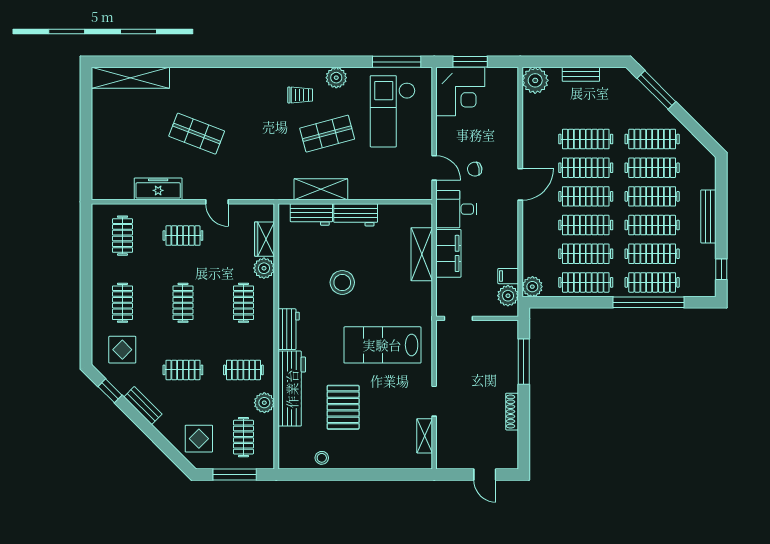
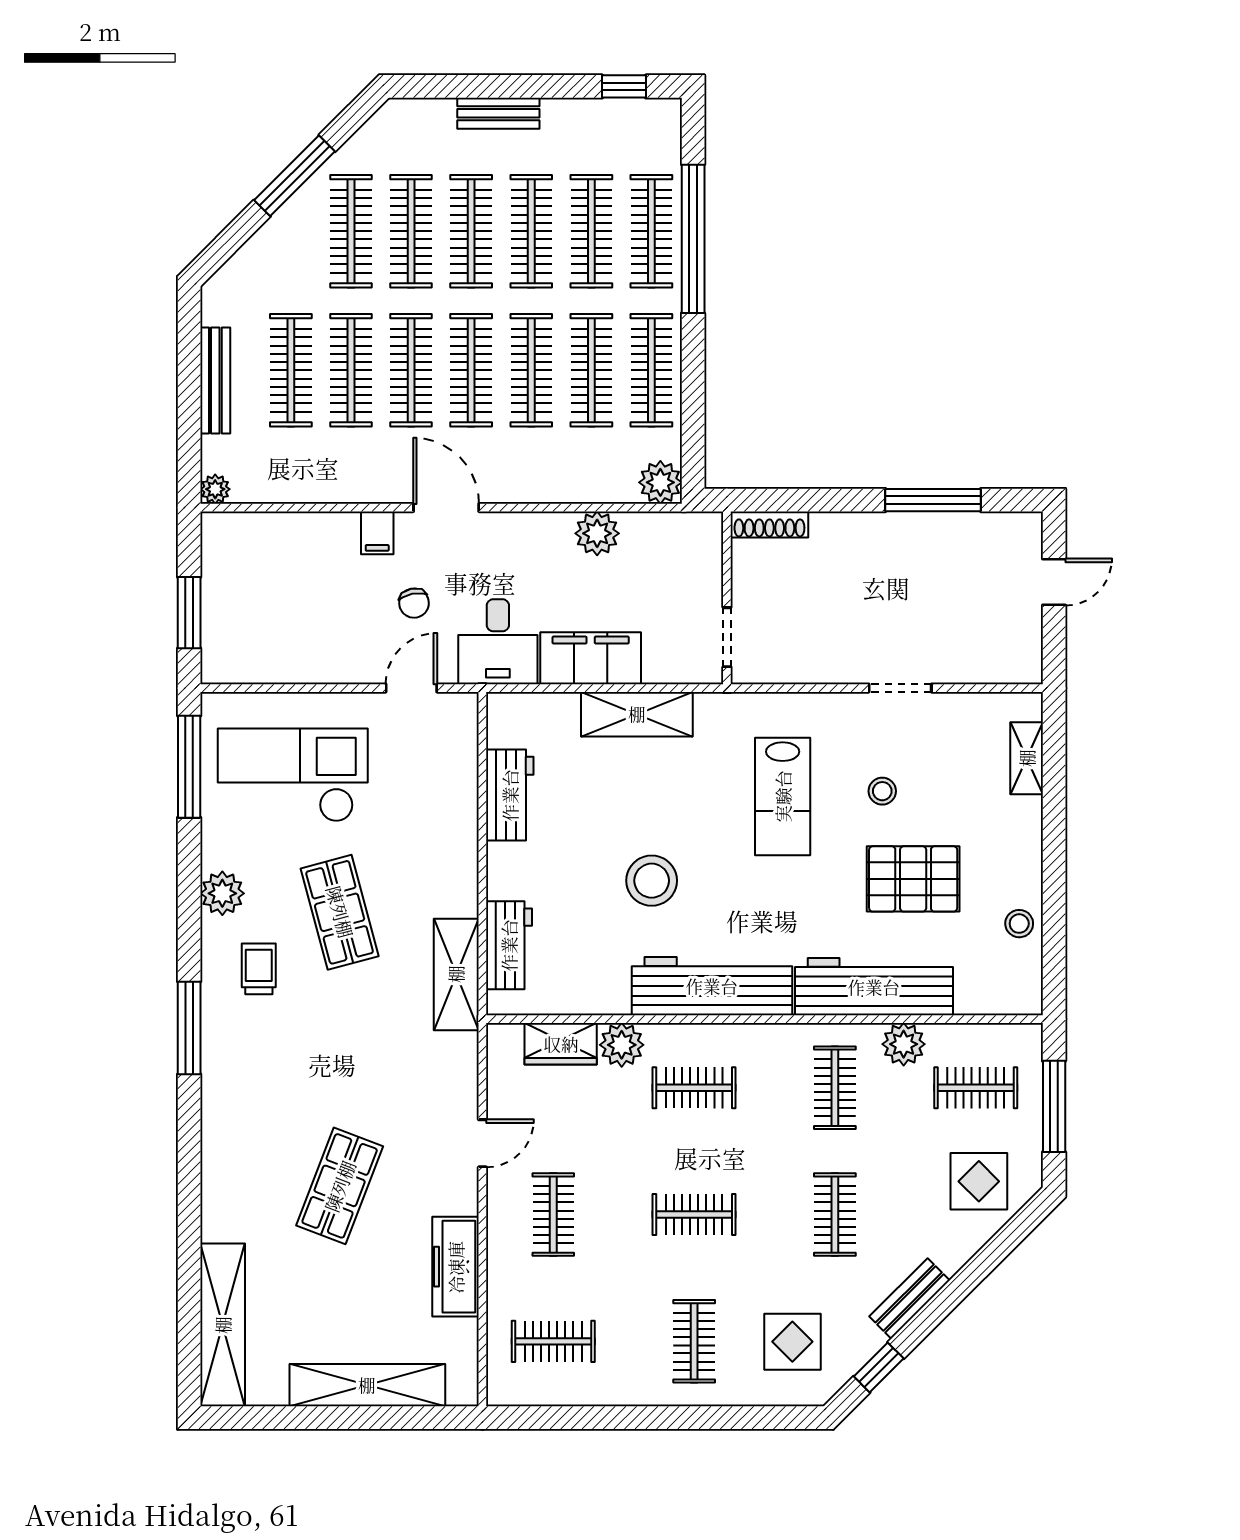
window: (272, 62) -> (189, 1028), added
bench: (581, 74) -> (215, 380), width x1.36
plant: (535, 80) -> (215, 489), width x0.53, depth x0.53
window: (656, 90) -> (295, 176), moved
corner desk: (460, 92) -> (251, 633), removed
clothes rail: (586, 110) -> (291, 370), added
checkout: (393, 111) -> (293, 775), turned 180
shelving: (102, 147) -> (367, 1385), added
shelving: (321, 189) -> (456, 974), moved
workbench: (356, 215) -> (510, 795), moved
bench: (708, 216) -> (498, 113), width x0.73
shelving: (422, 254) -> (637, 714), moved
filing cabinet: (508, 276) -> (377, 533), moved
plant: (508, 296) -> (597, 533), moved
clothes rail: (122, 303) -> (694, 1341), turned 90
workbench: (289, 329) -> (712, 986), width x1.88, depth x1.32
lab bench: (382, 345) -> (783, 796), width x0.73, depth x0.72
window: (524, 362) -> (933, 500), moved
stool: (385, 393) -> (882, 791), added
shoe rack: (512, 412) -> (769, 525), moved
shelving: (425, 436) -> (1027, 758), moved, turned 90

